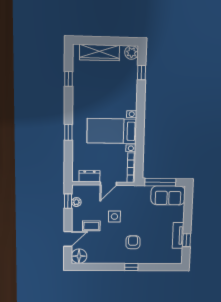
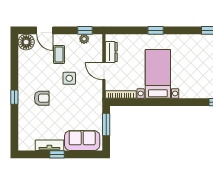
window: (160, 182) -> (106, 125), width x0.69
sofa: (168, 195) -> (82, 141), moved, turned 90
window: (187, 240) -> (57, 154), moved

